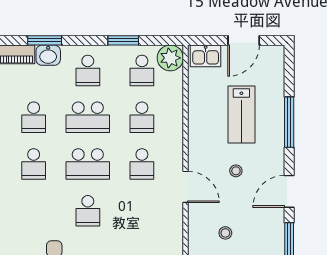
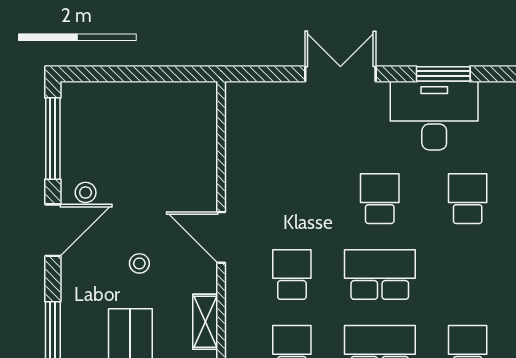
shelving: (195, 135) -> (205, 322), added
school desk: (34, 164) -> (468, 199), moved
stool: (225, 233) -> (86, 192), moved

